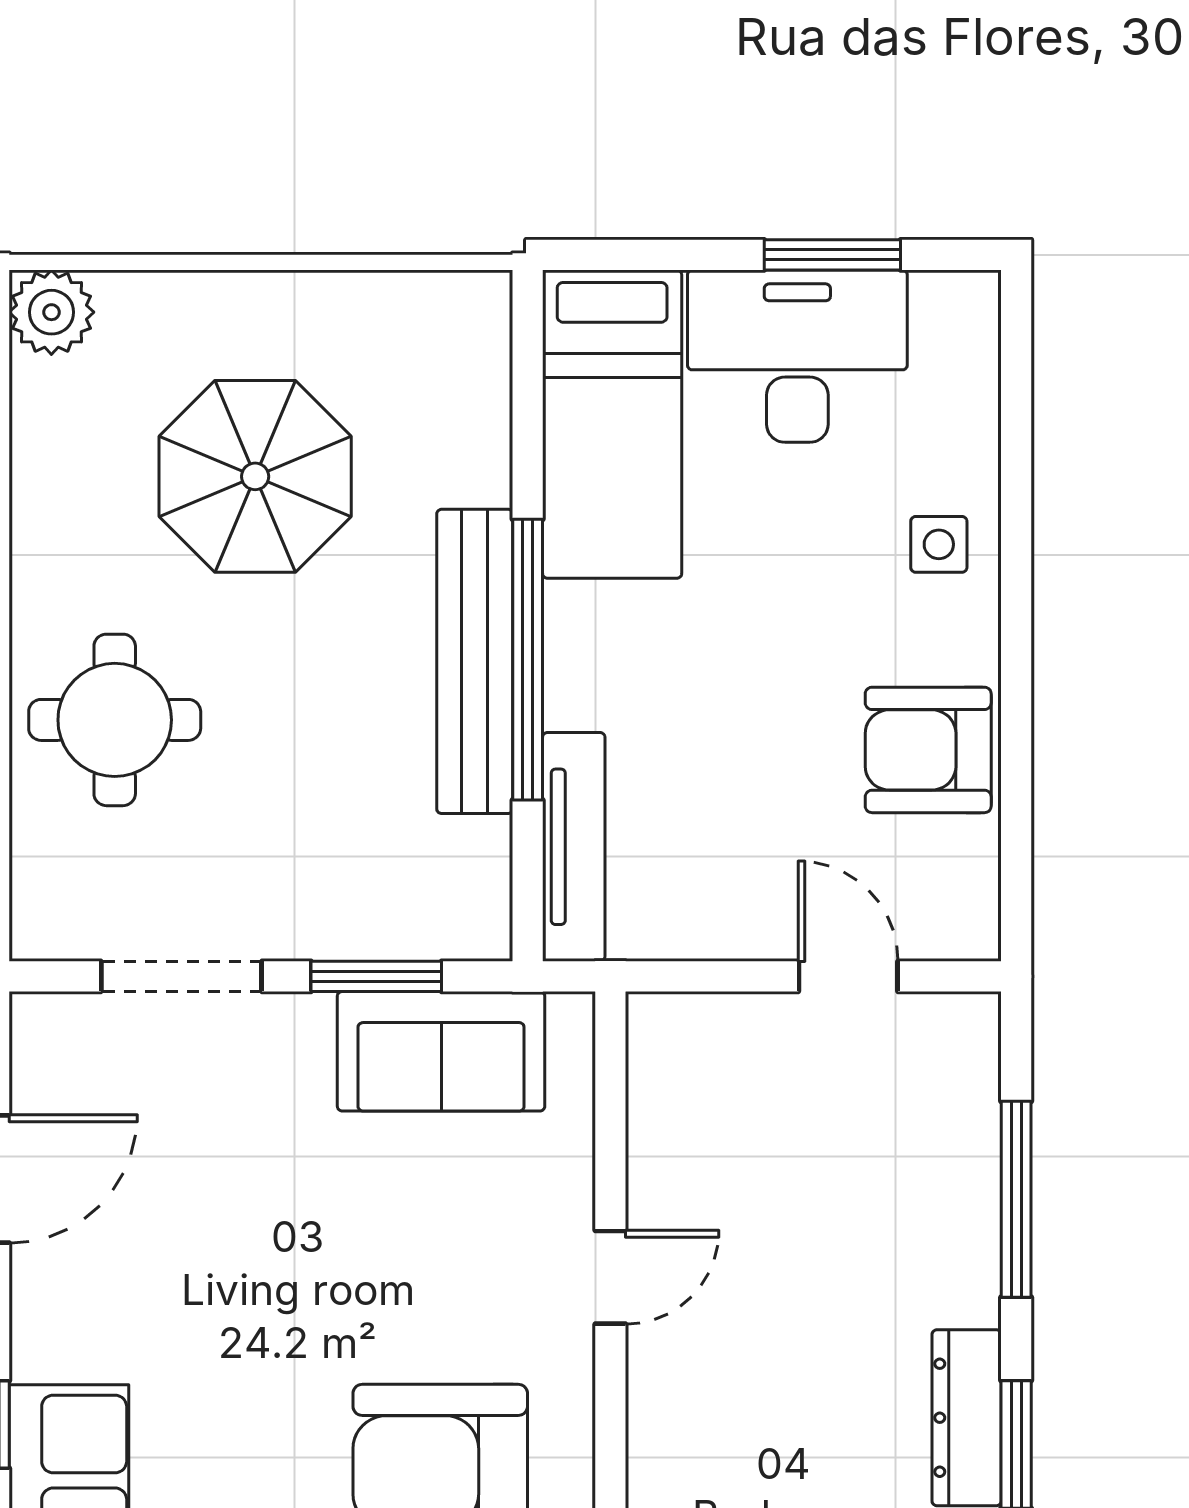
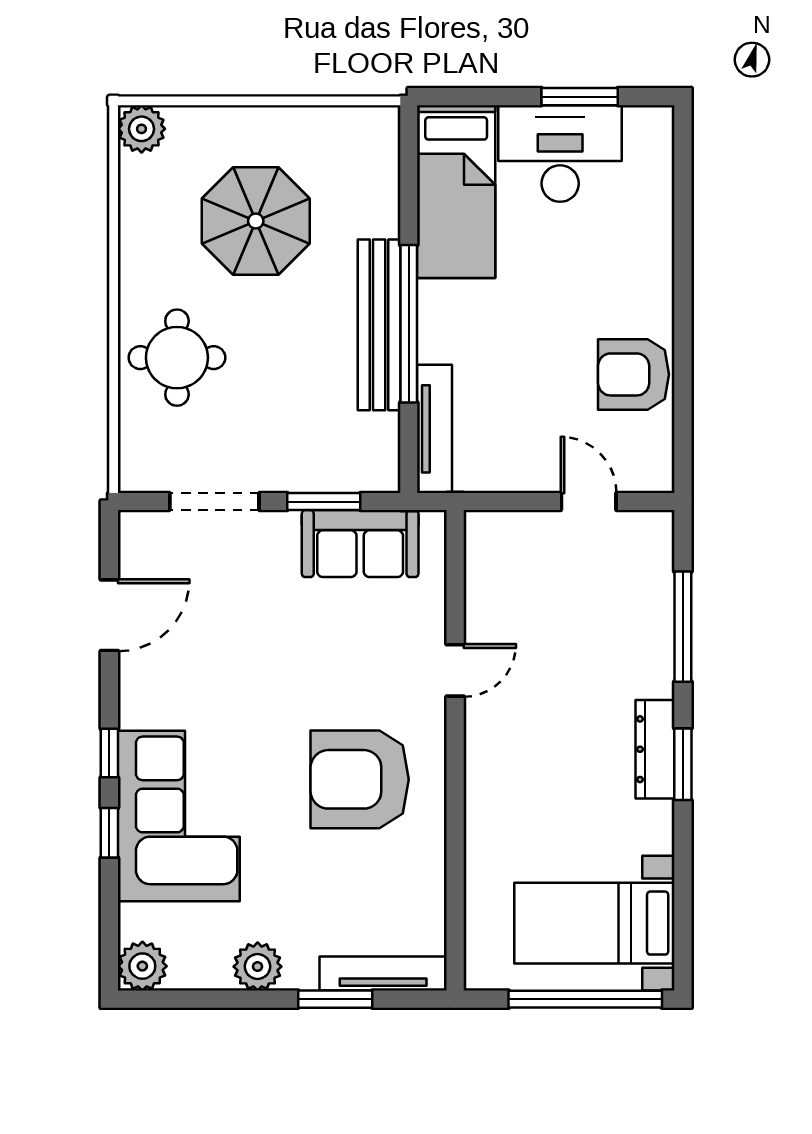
side table: (939, 544) -> (639, 259), removed

